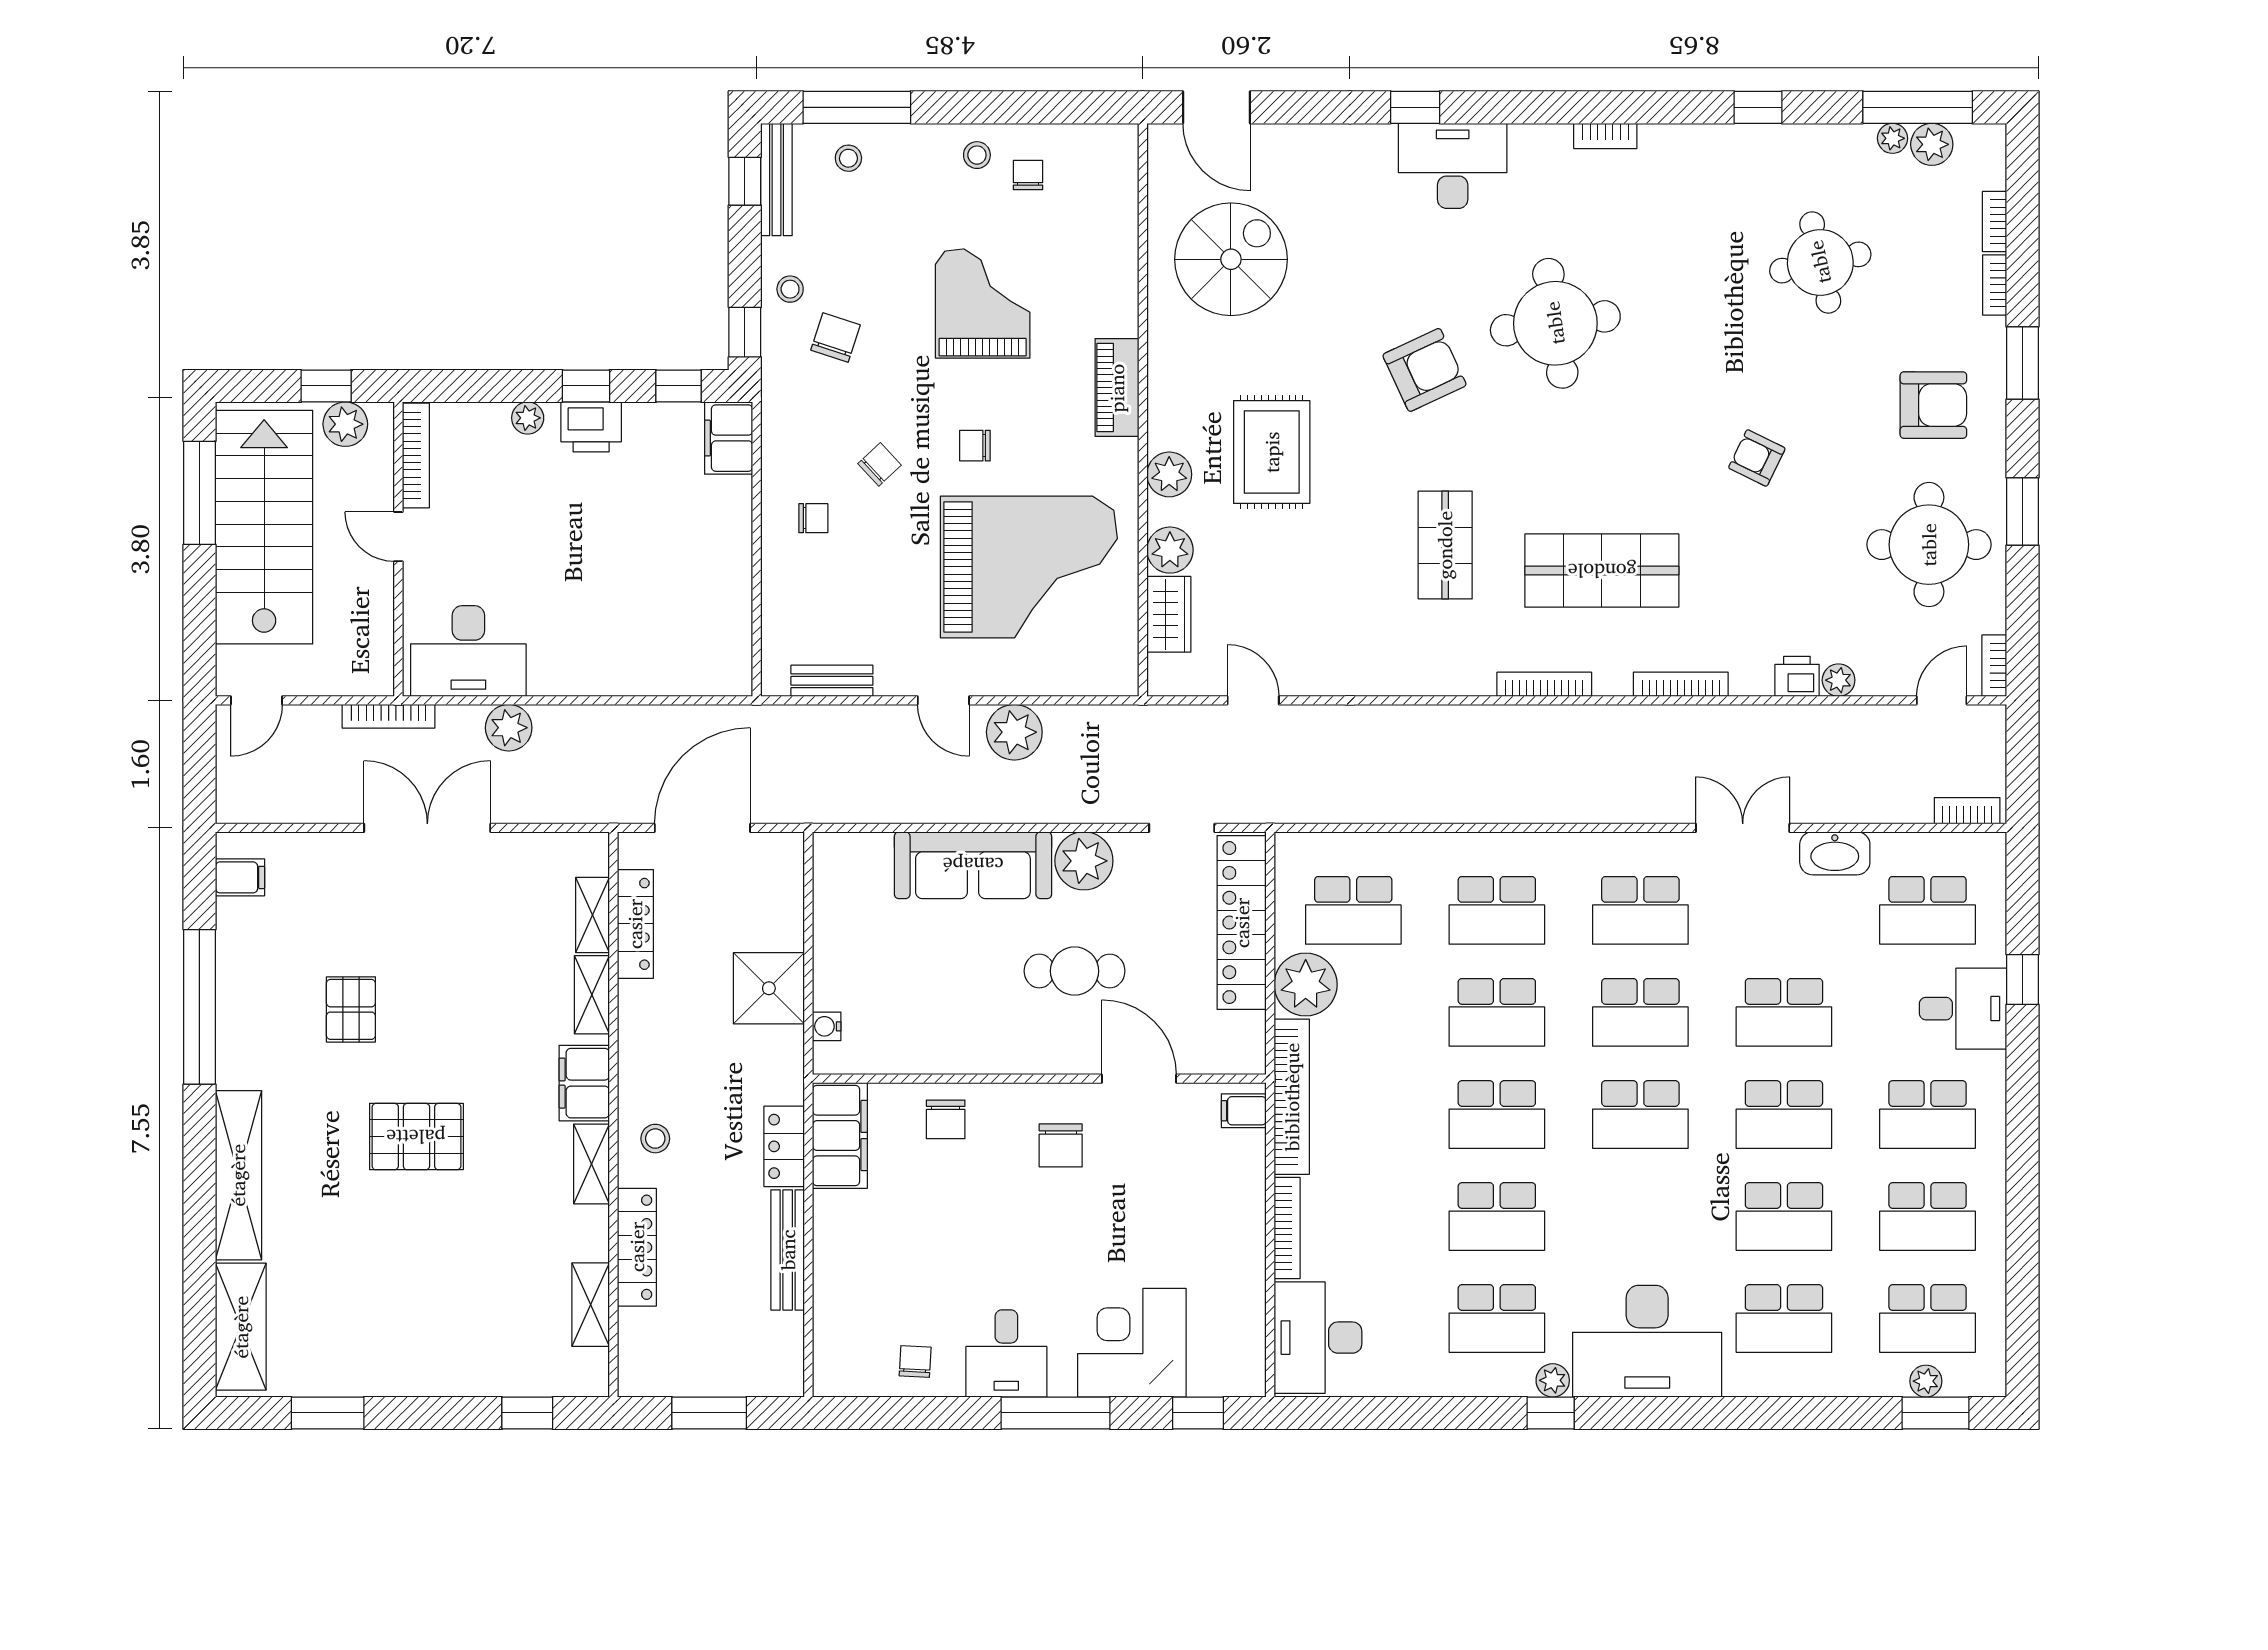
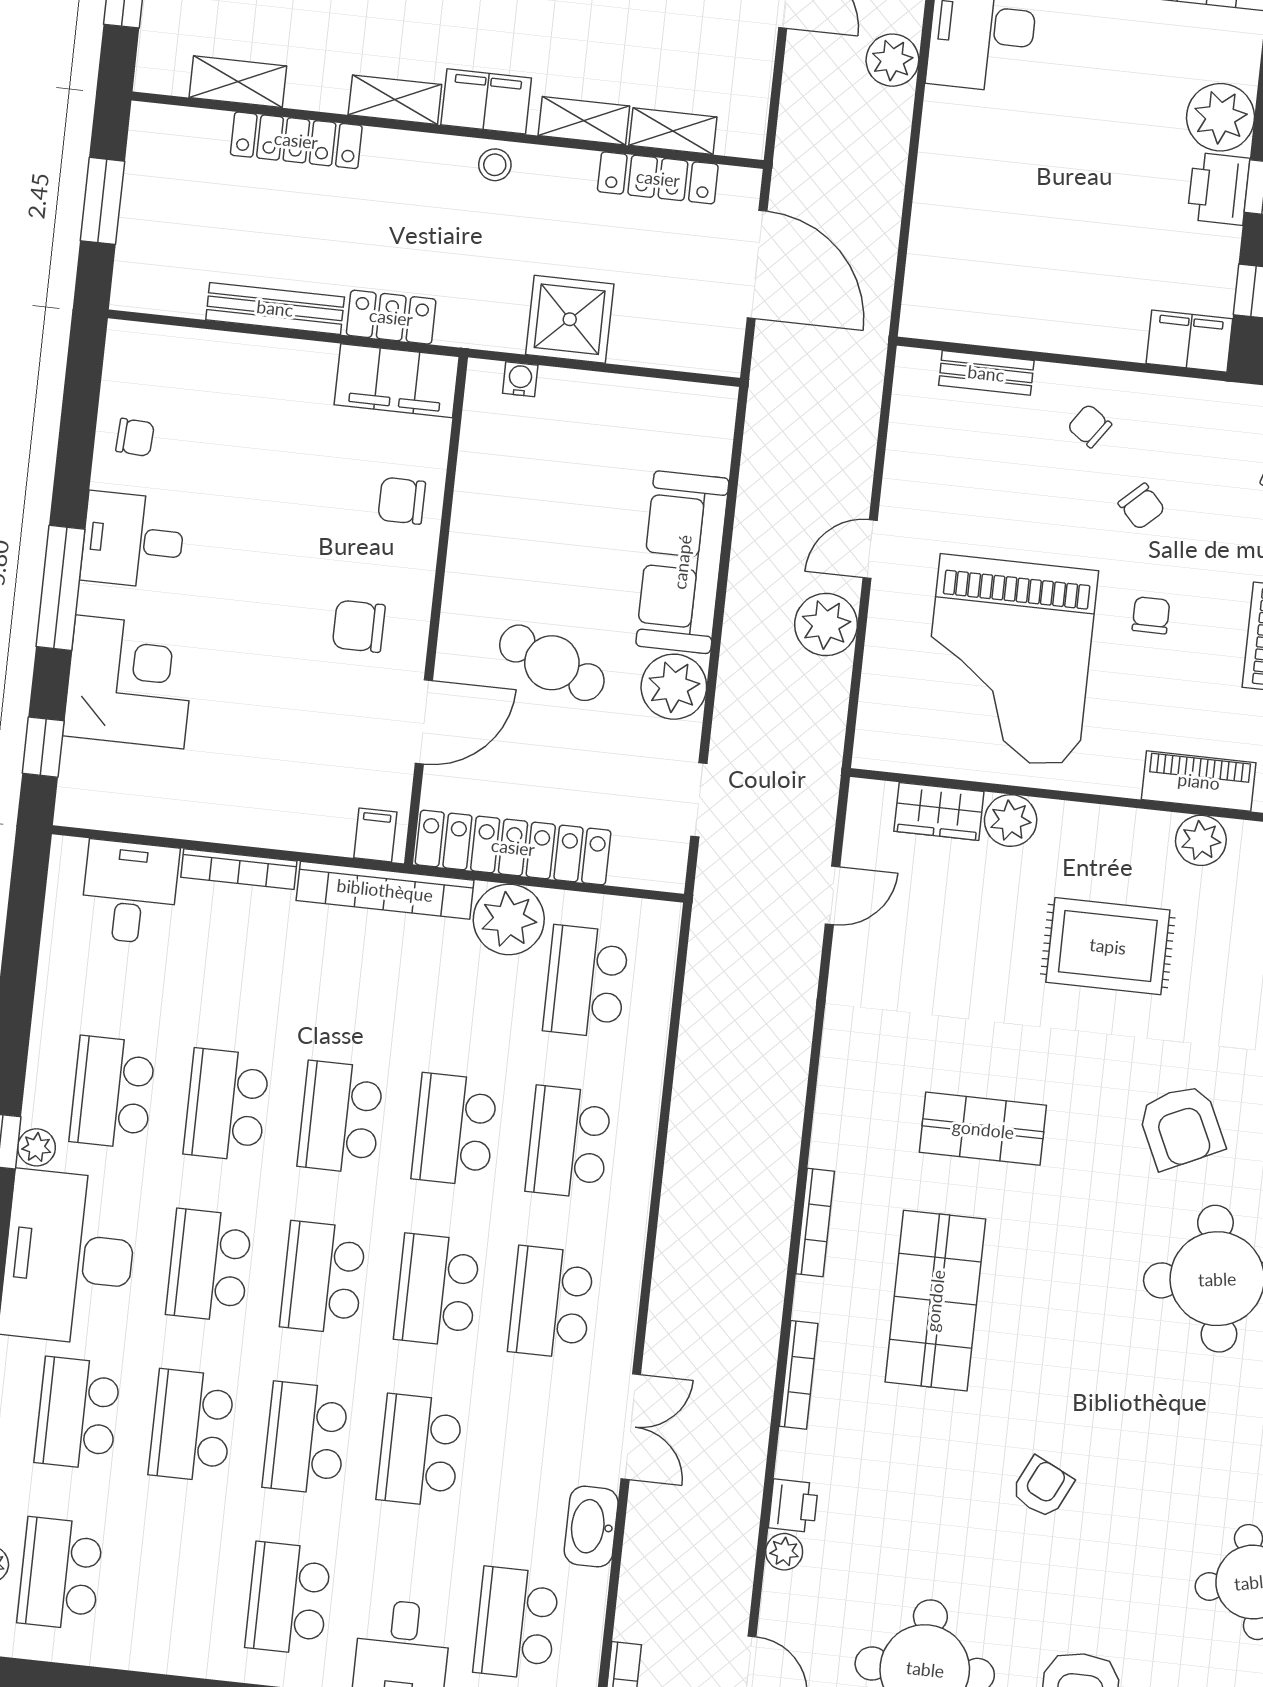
plant: (528, 418) -> (1220, 117), width x1.88, depth x1.88
plant: (1169, 474) -> (1201, 840), moved
chair: (813, 518) -> (1090, 426), turned 125
bench: (832, 681) -> (986, 373), moved, turned 90
locker: (1242, 923) -> (513, 847), moved
cafe table: (1075, 971) -> (552, 663), turned -67
stool: (655, 1139) -> (495, 165), moved
school desk: (1928, 1216) -> (209, 1265), moved
desk: (1318, 1338) -> (130, 892), width x0.73

